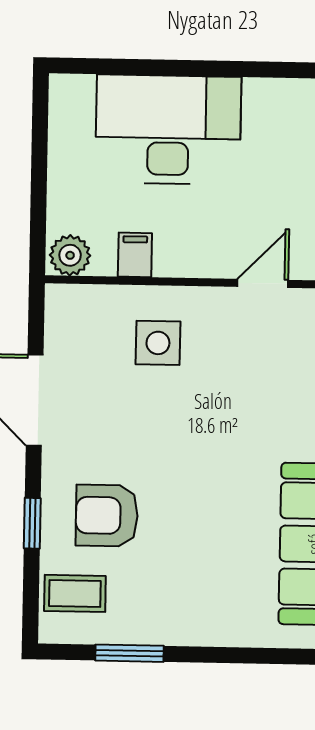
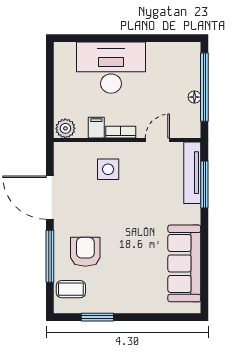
bookcase: (186, 265) -> (121, 132), added
armchair: (107, 515) -> (85, 252), turned 90
window: (32, 523) -> (50, 256), width x2.17

